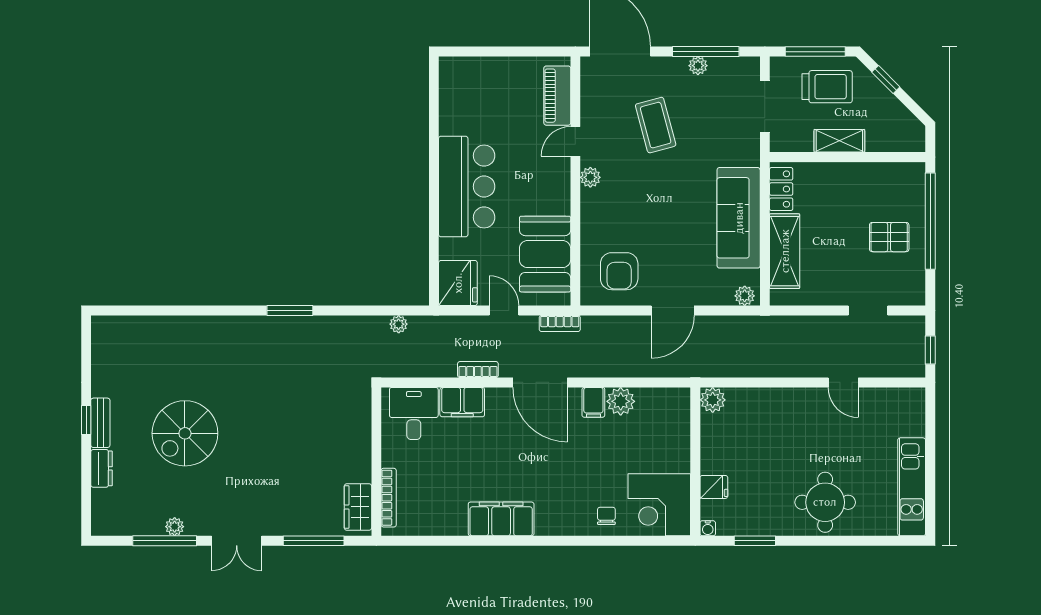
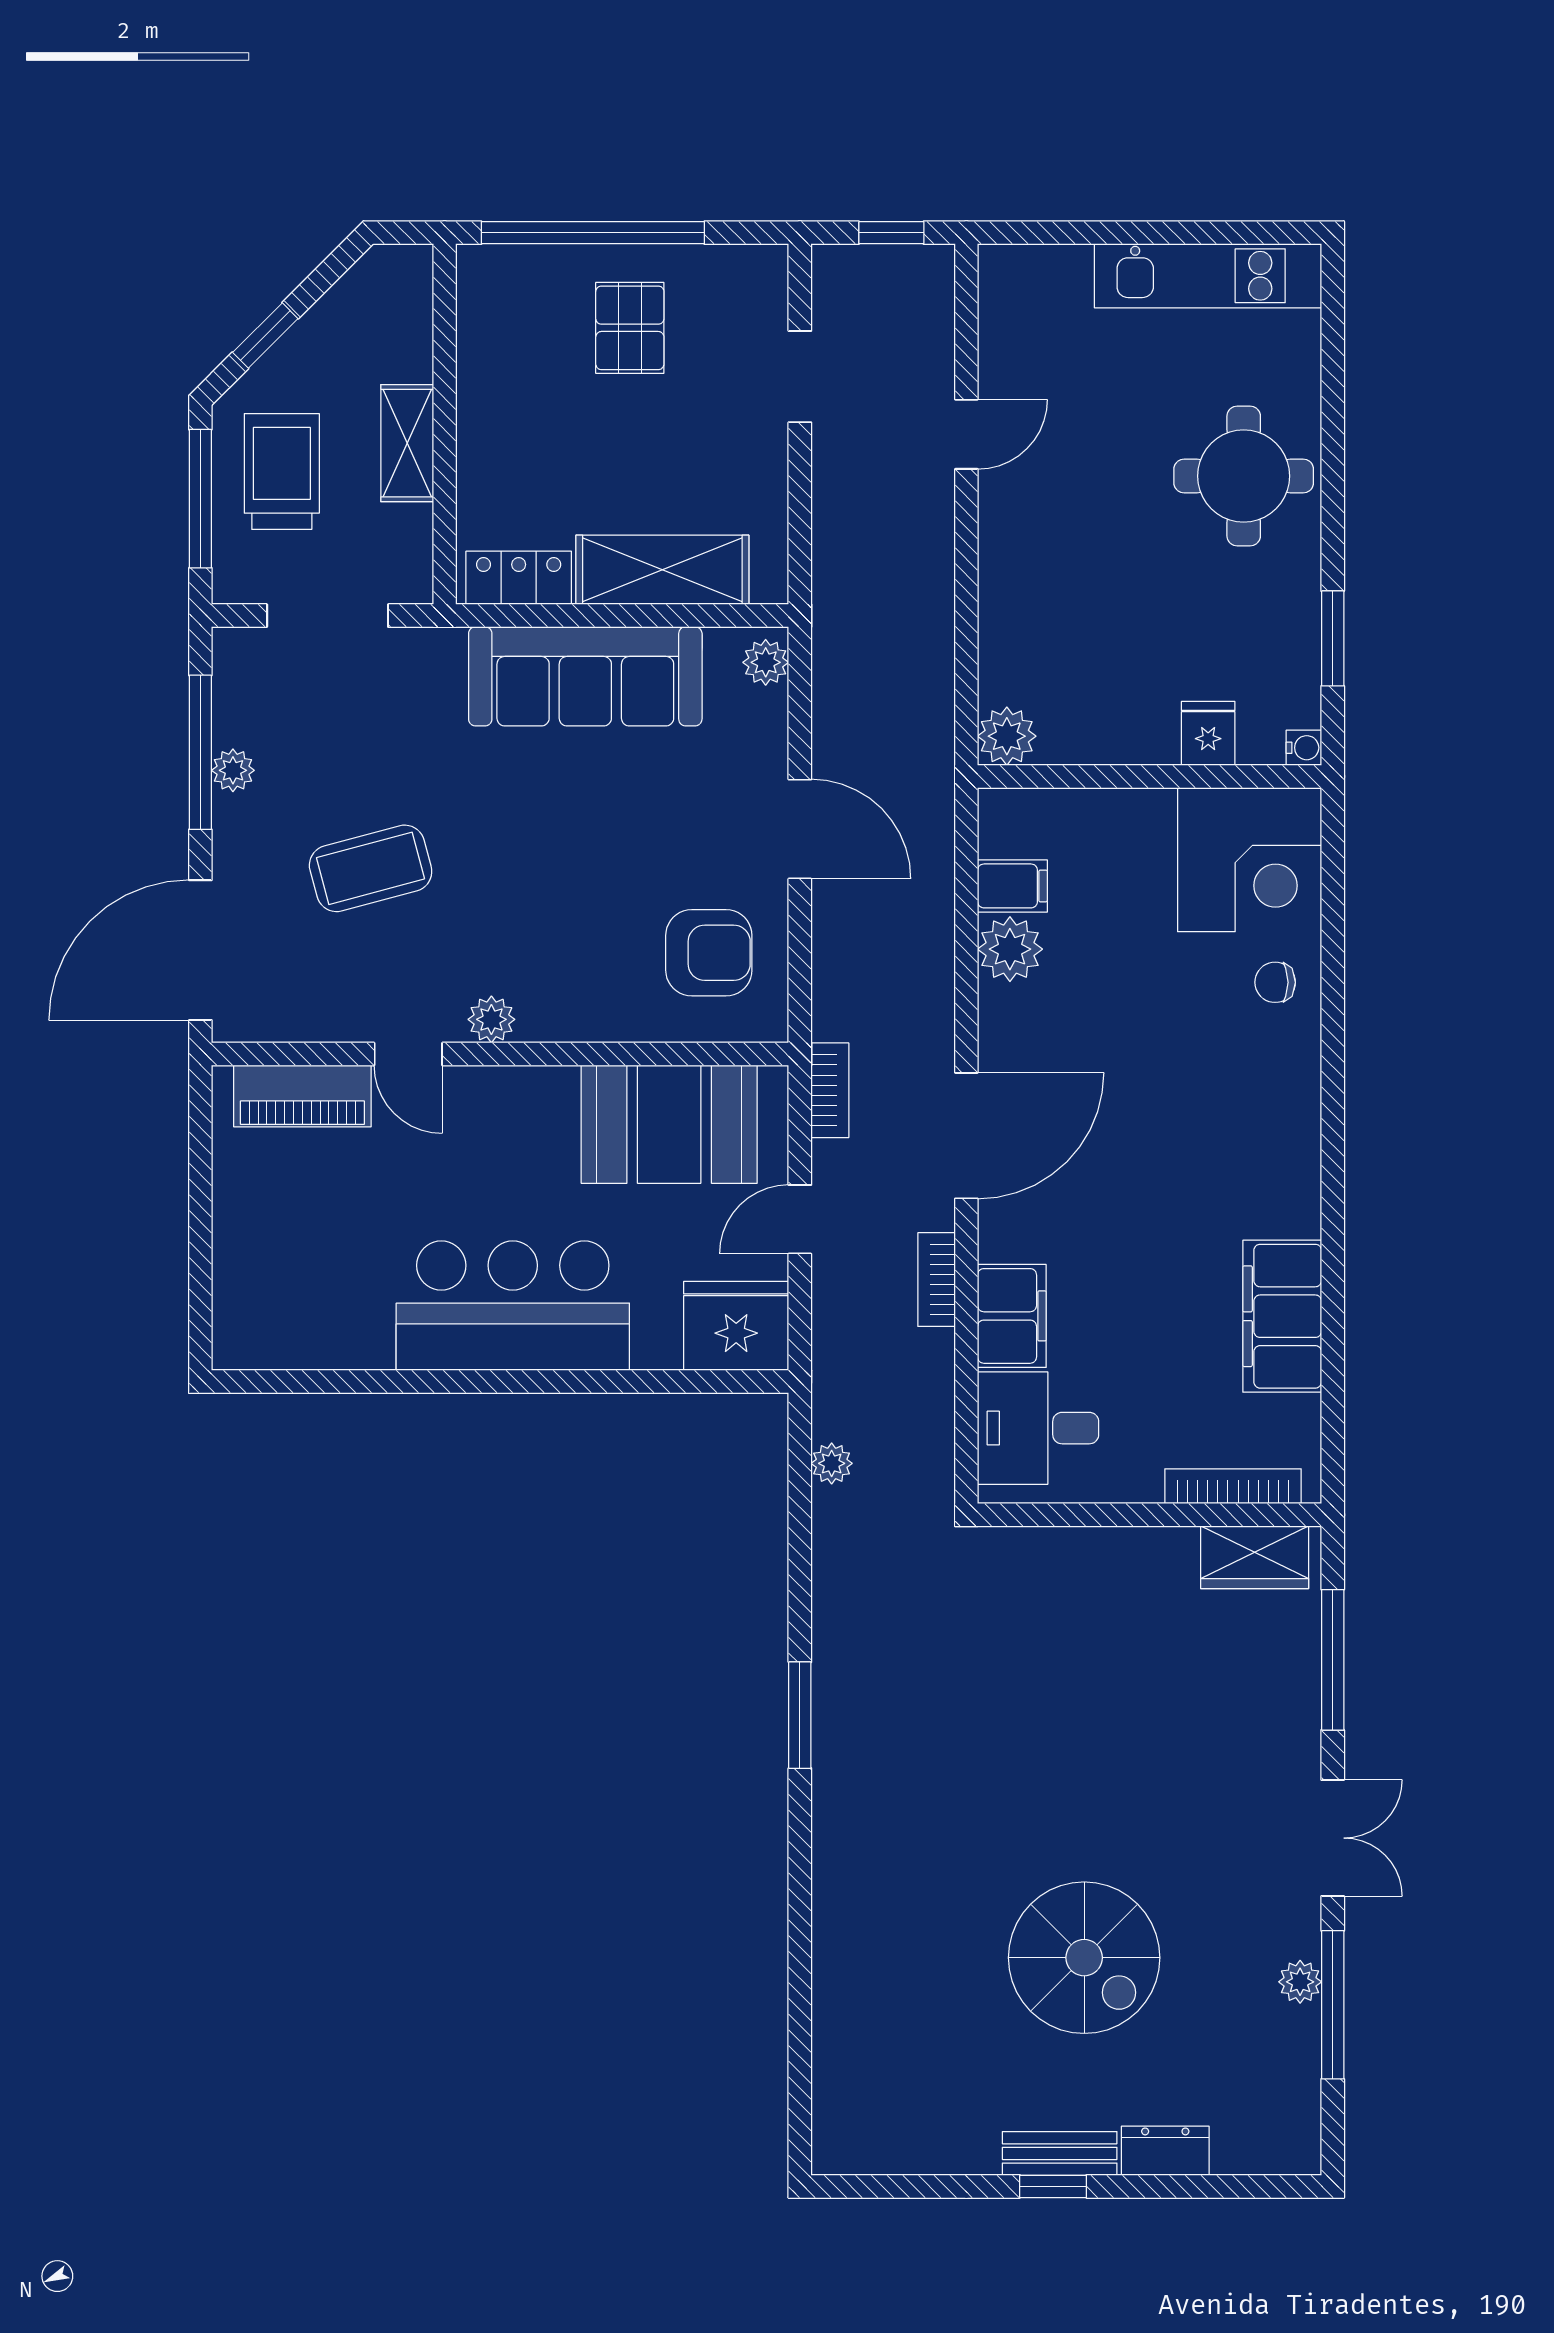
filing cabinet: (593, 402) -> (1012, 886), moved
filing cabinet: (501, 519) -> (1282, 1316), moved

